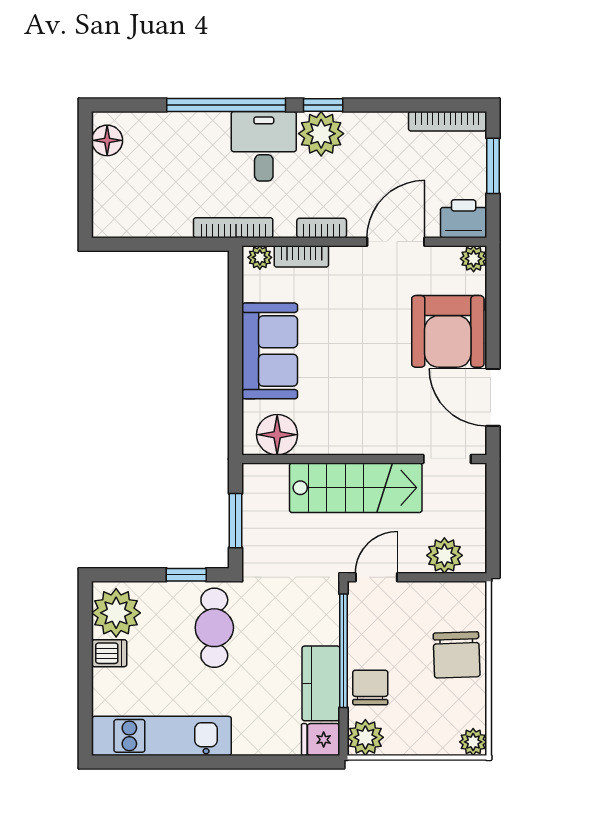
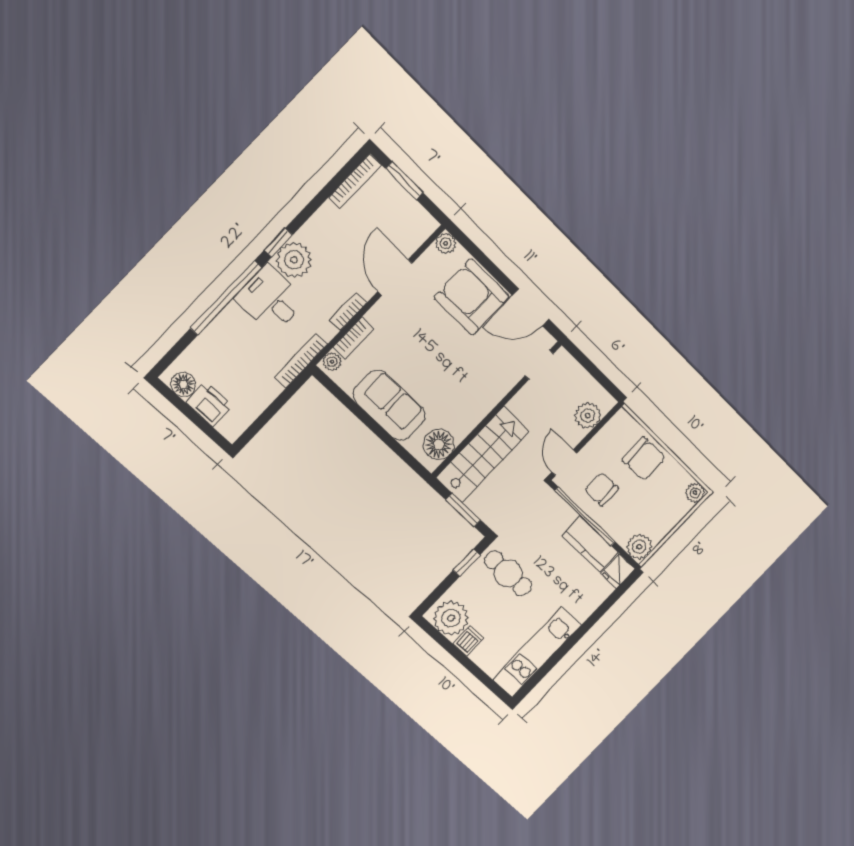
printer: (464, 219) -> (209, 404), moved, turned 90
armchair: (448, 331) -> (472, 297), turned 180
stairs: (356, 488) -> (483, 455), moved
chair: (370, 687) -> (602, 489), moved

